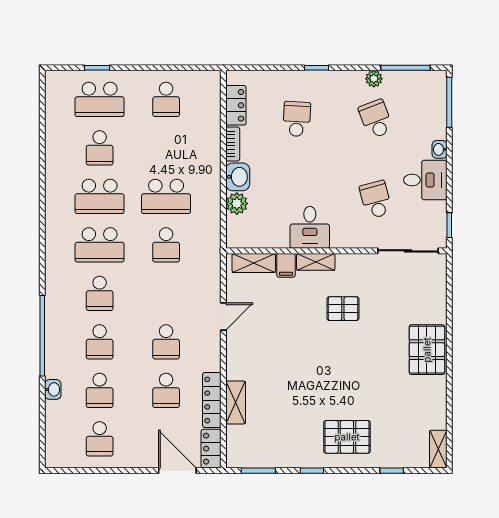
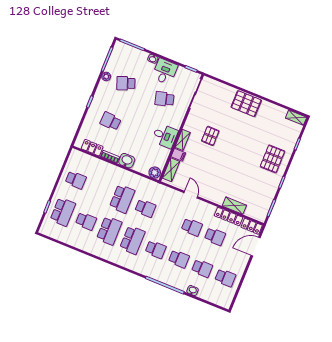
plant: (237, 204) -> (155, 173), moved

